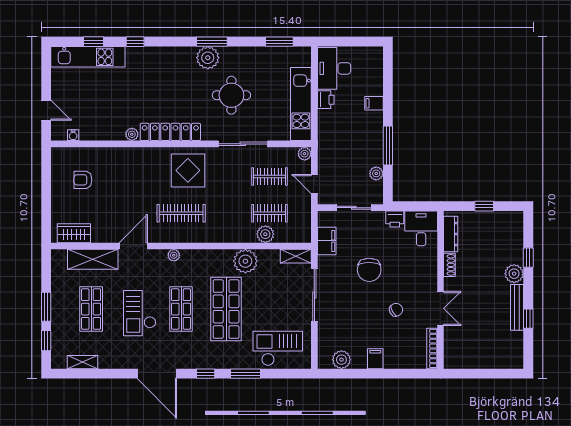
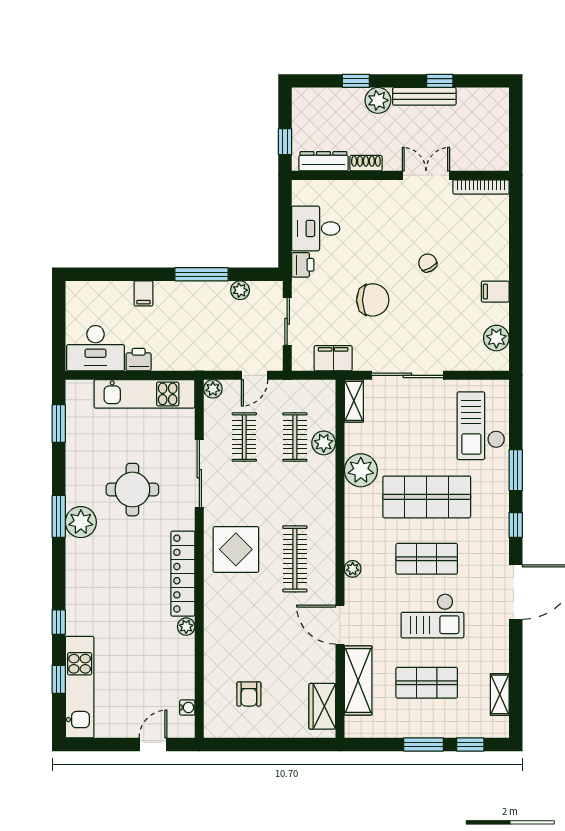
dresser: (451, 234) -> (323, 161), moved
shoe rack: (449, 265) -> (366, 163), moved
wall: (440, 290) -> (400, 175), moved
double door: (440, 308) -> (426, 175), moved
bookcase: (432, 348) -> (481, 187), moved

